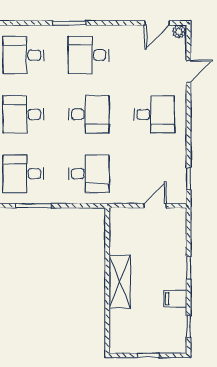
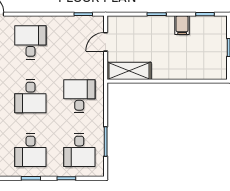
desk: (89, 114) -> (30, 96), turned 180
door: (155, 206) -> (106, 42), hinge flipped
shelving: (120, 282) -> (129, 71), moved

